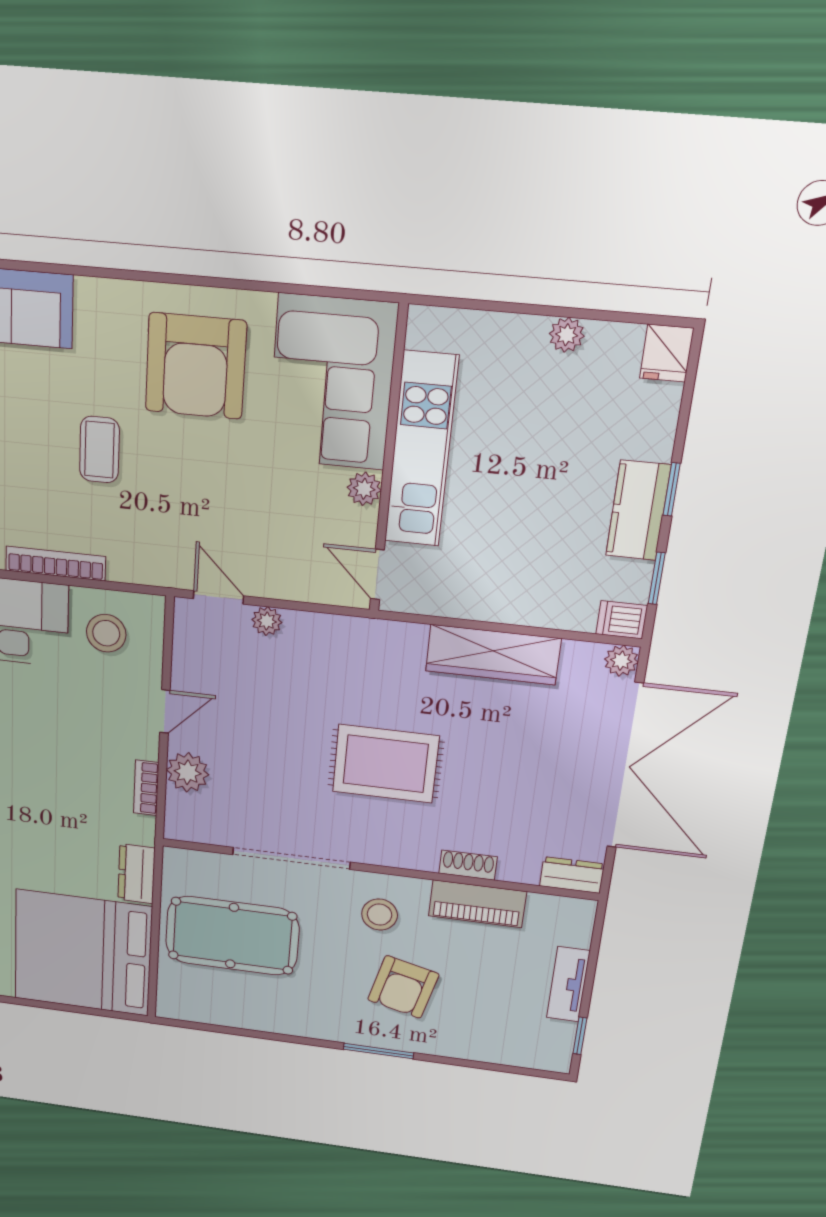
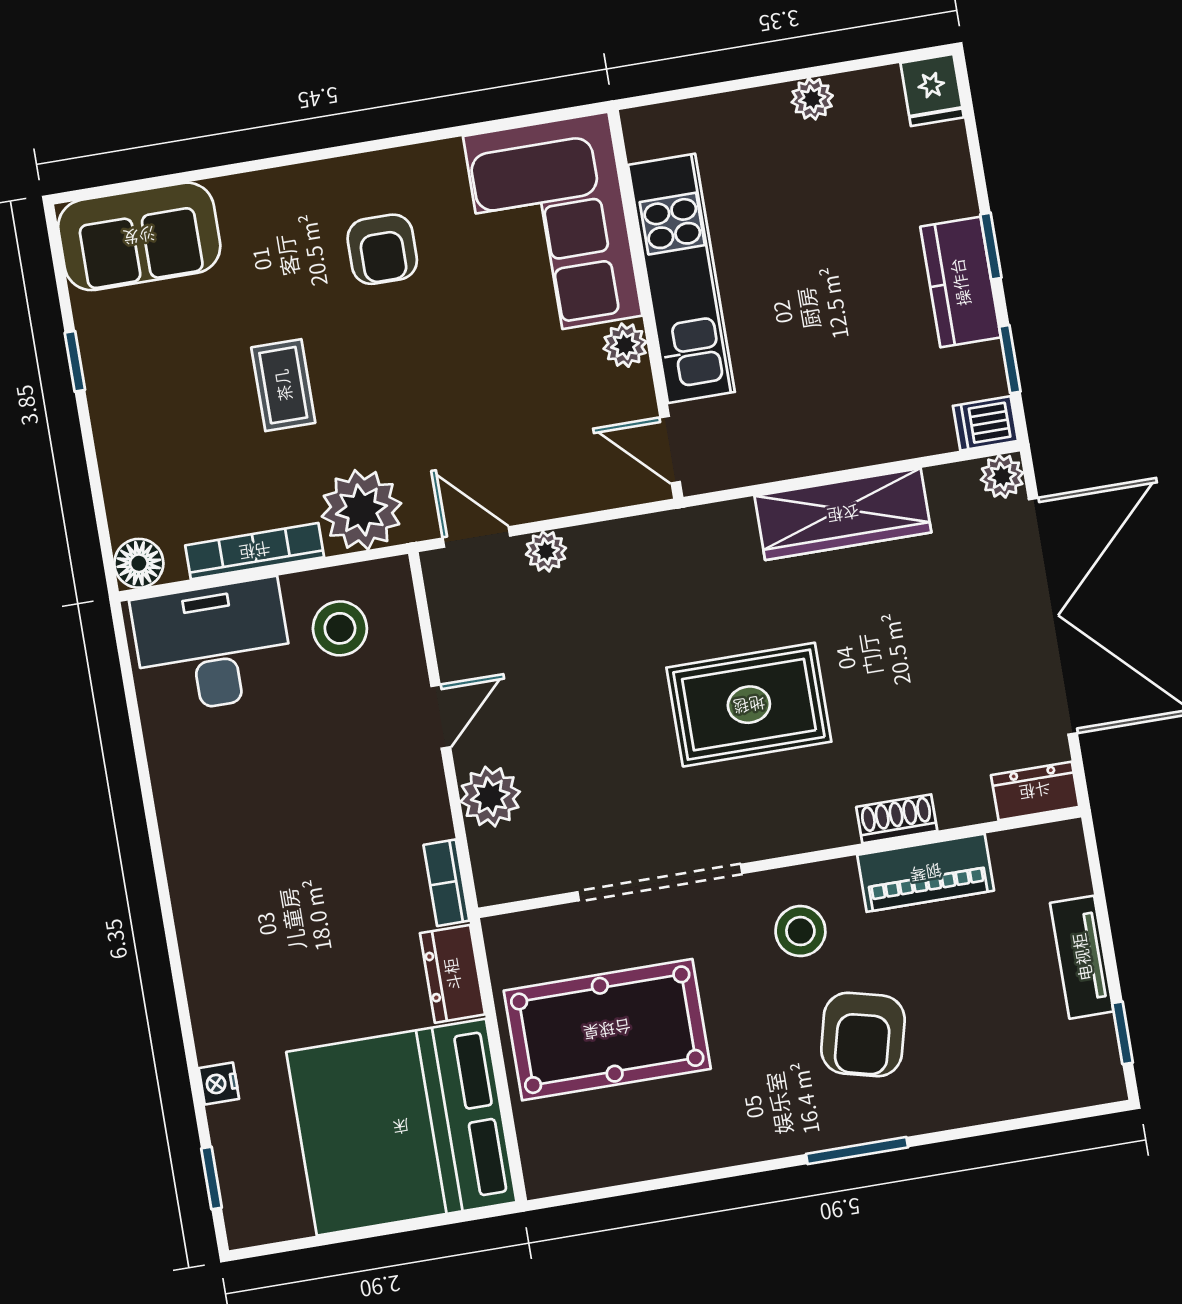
armchair: (196, 366) -> (382, 249), width x0.53, depth x0.53
plant: (139, 556) -> (361, 510), added
bookcase: (146, 788) -> (446, 883), moved

